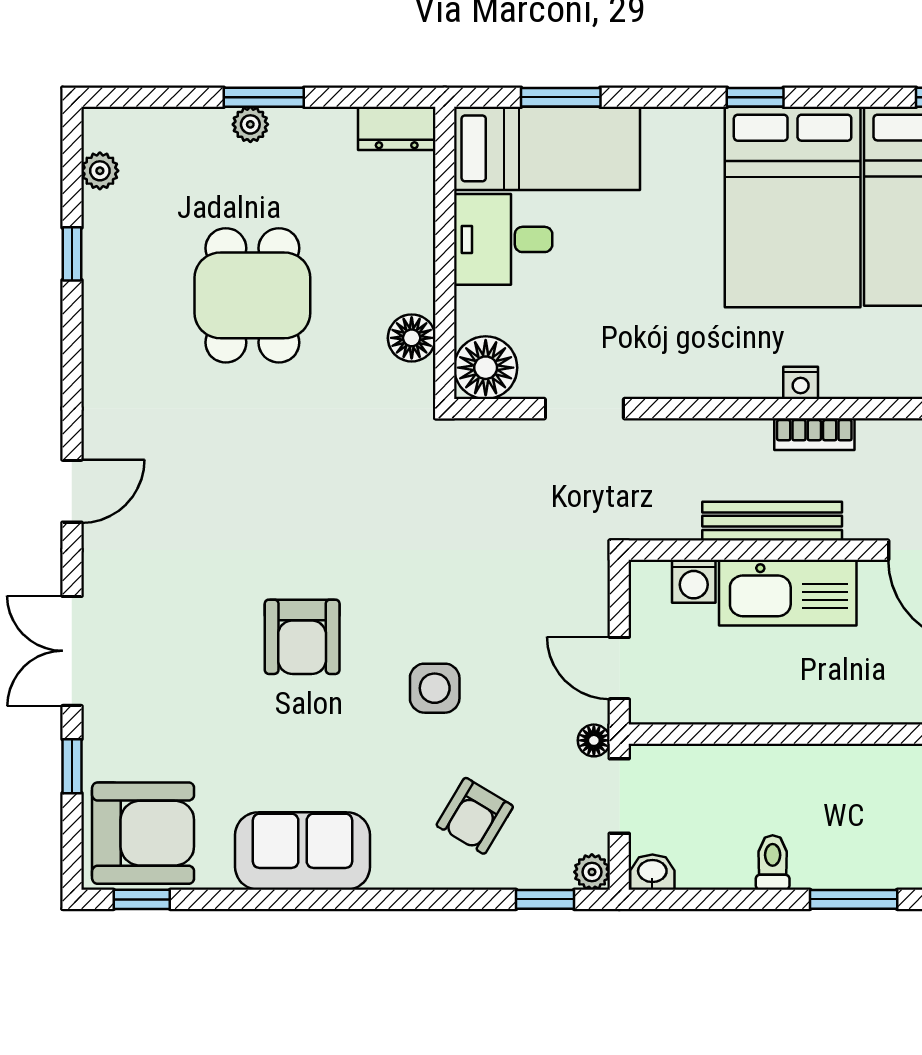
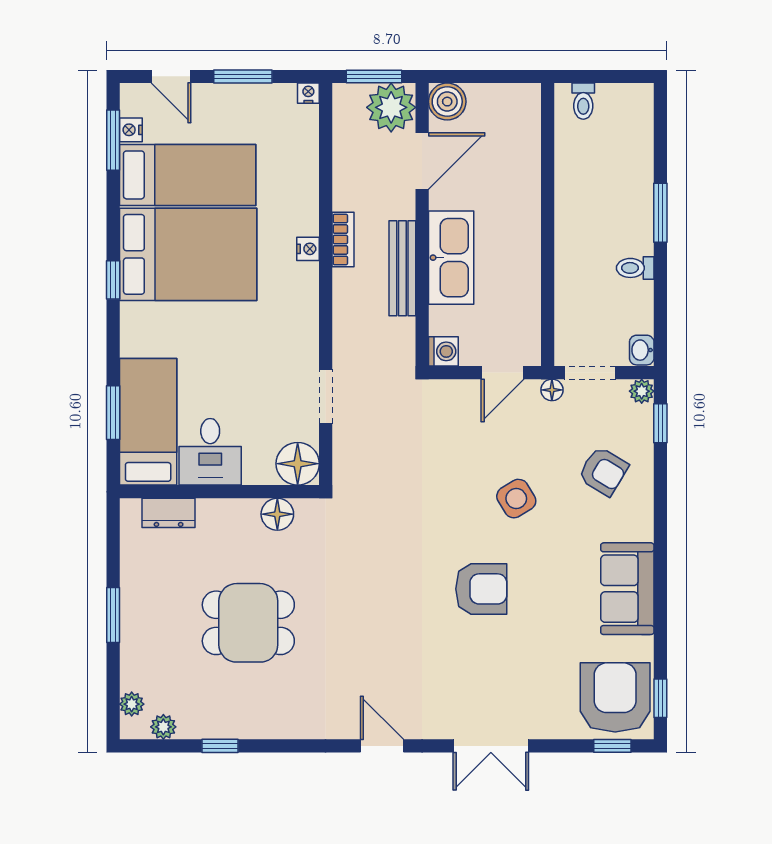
plant: (250, 124) -> (132, 704), moved
dresser: (397, 128) -> (169, 513), moved, turned 90
washing machine: (694, 581) -> (443, 351), moved
side table: (435, 688) -> (516, 499), turned -31
window: (72, 766) -> (612, 746), moved

